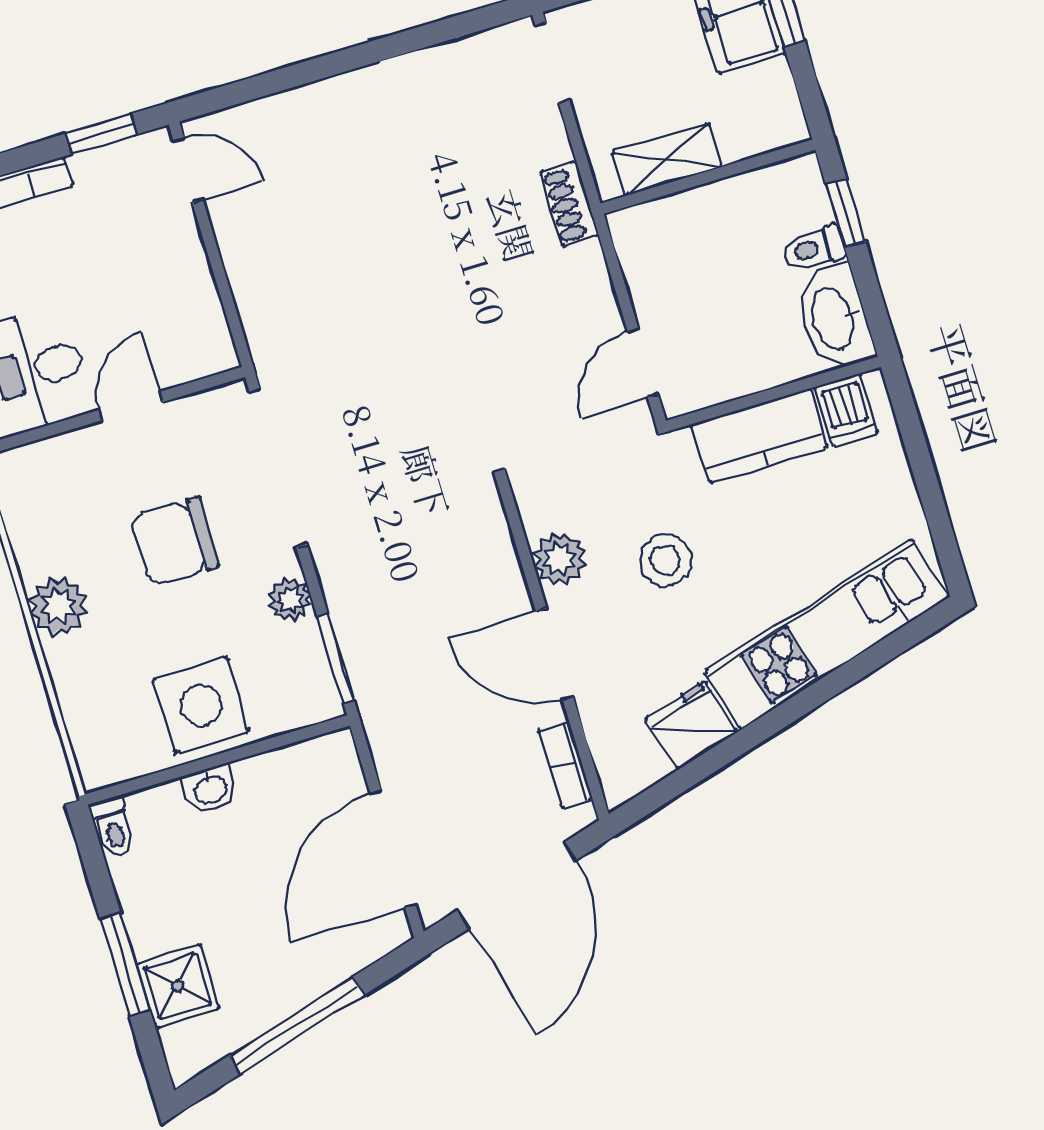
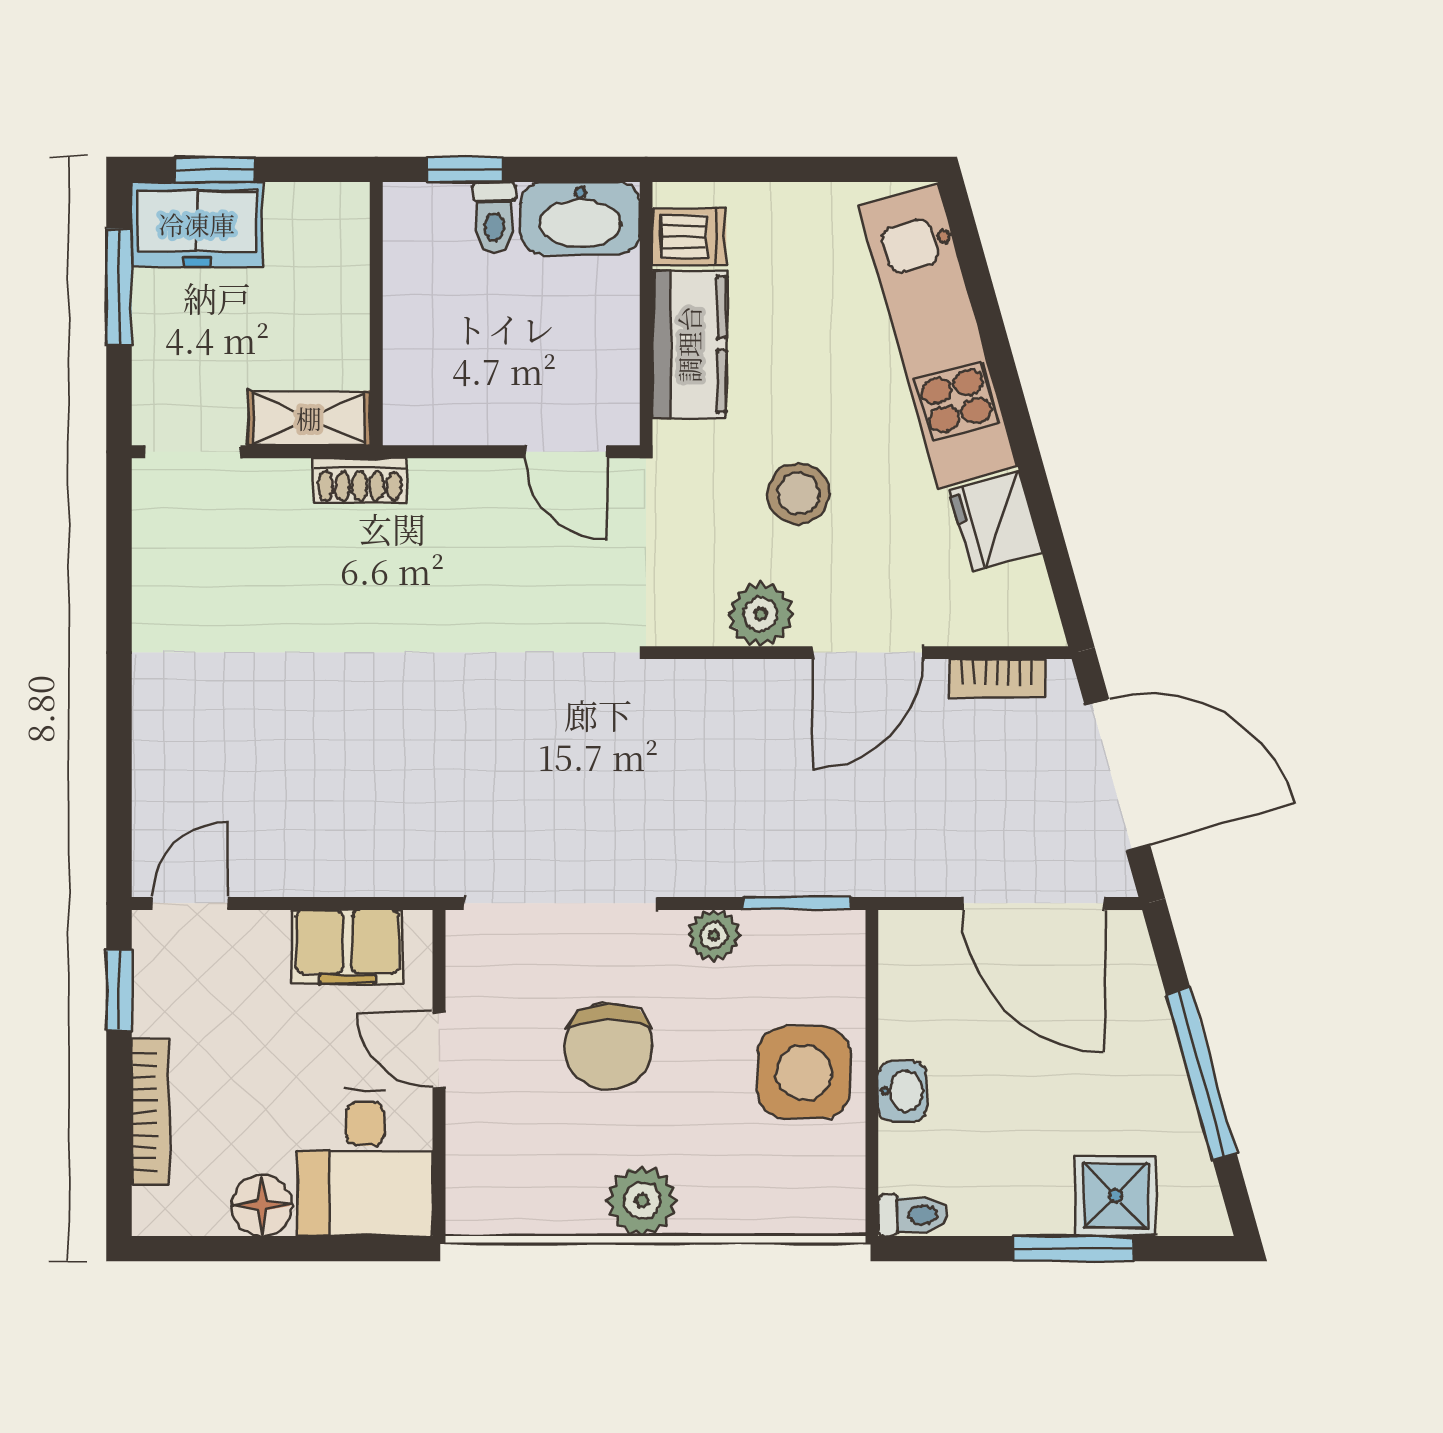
shelving: (667, 160) -> (309, 418), moved, turned 90
filing cabinet: (192, 307) -> (347, 947), added

